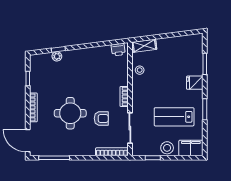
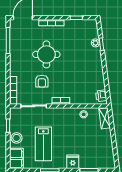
lab bench: (174, 117) -> (43, 144), turned 180

